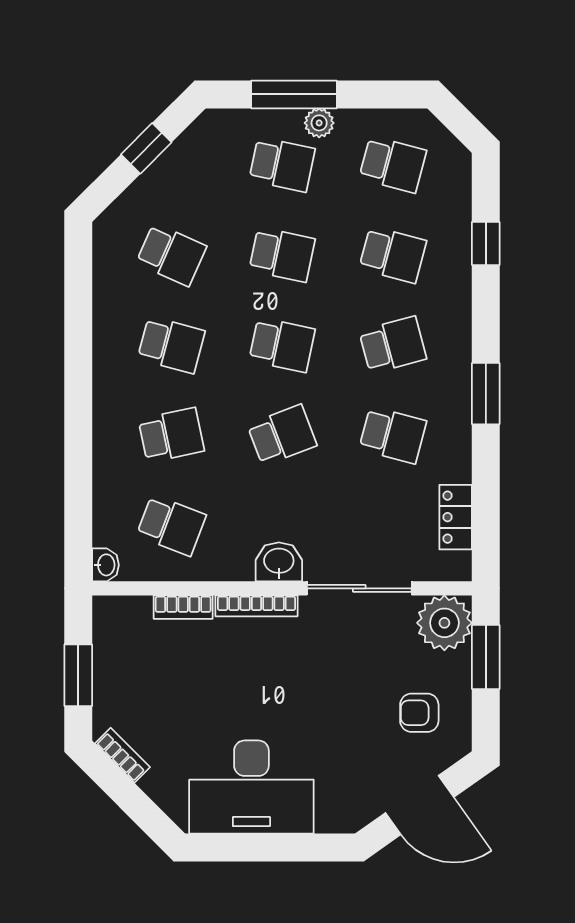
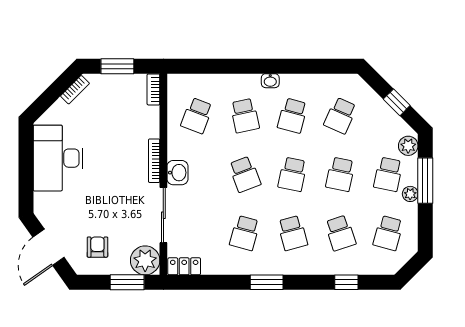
plant: (228, 127) -> (408, 146), added
school desk: (393, 255) -> (340, 233), turned -33
locker: (456, 517) -> (184, 266), moved
washbasin: (105, 565) -> (270, 81), moved
bookcase: (183, 607) -> (153, 89), moved

